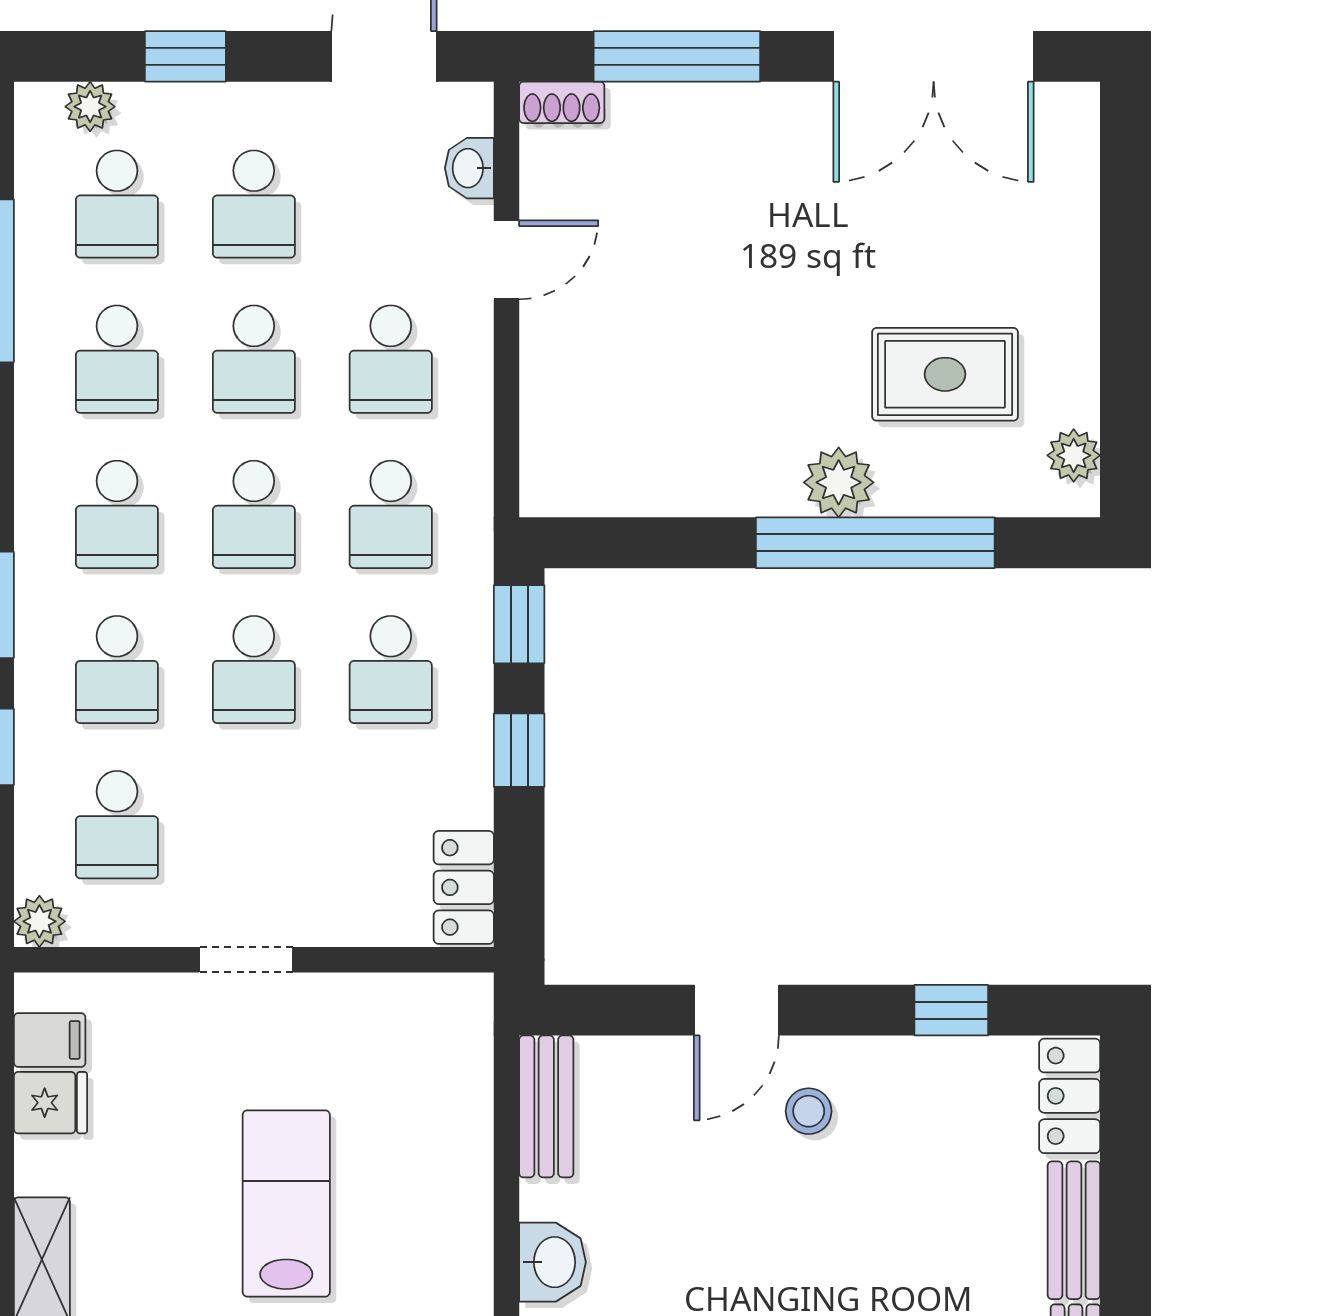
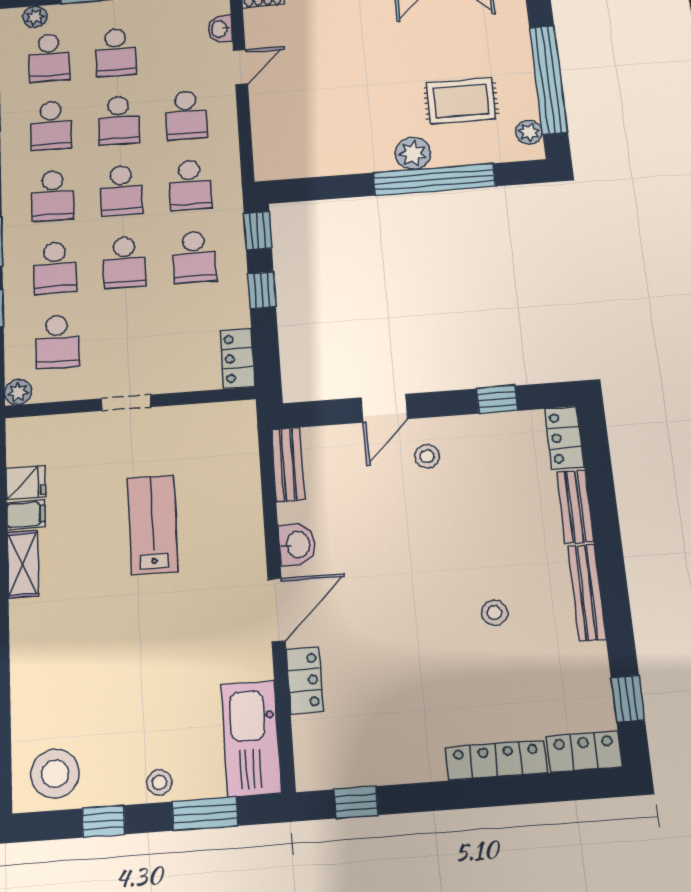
window: (1126, 342) -> (548, 80), added
filing cabinet: (50, 1040) -> (26, 515), moved

